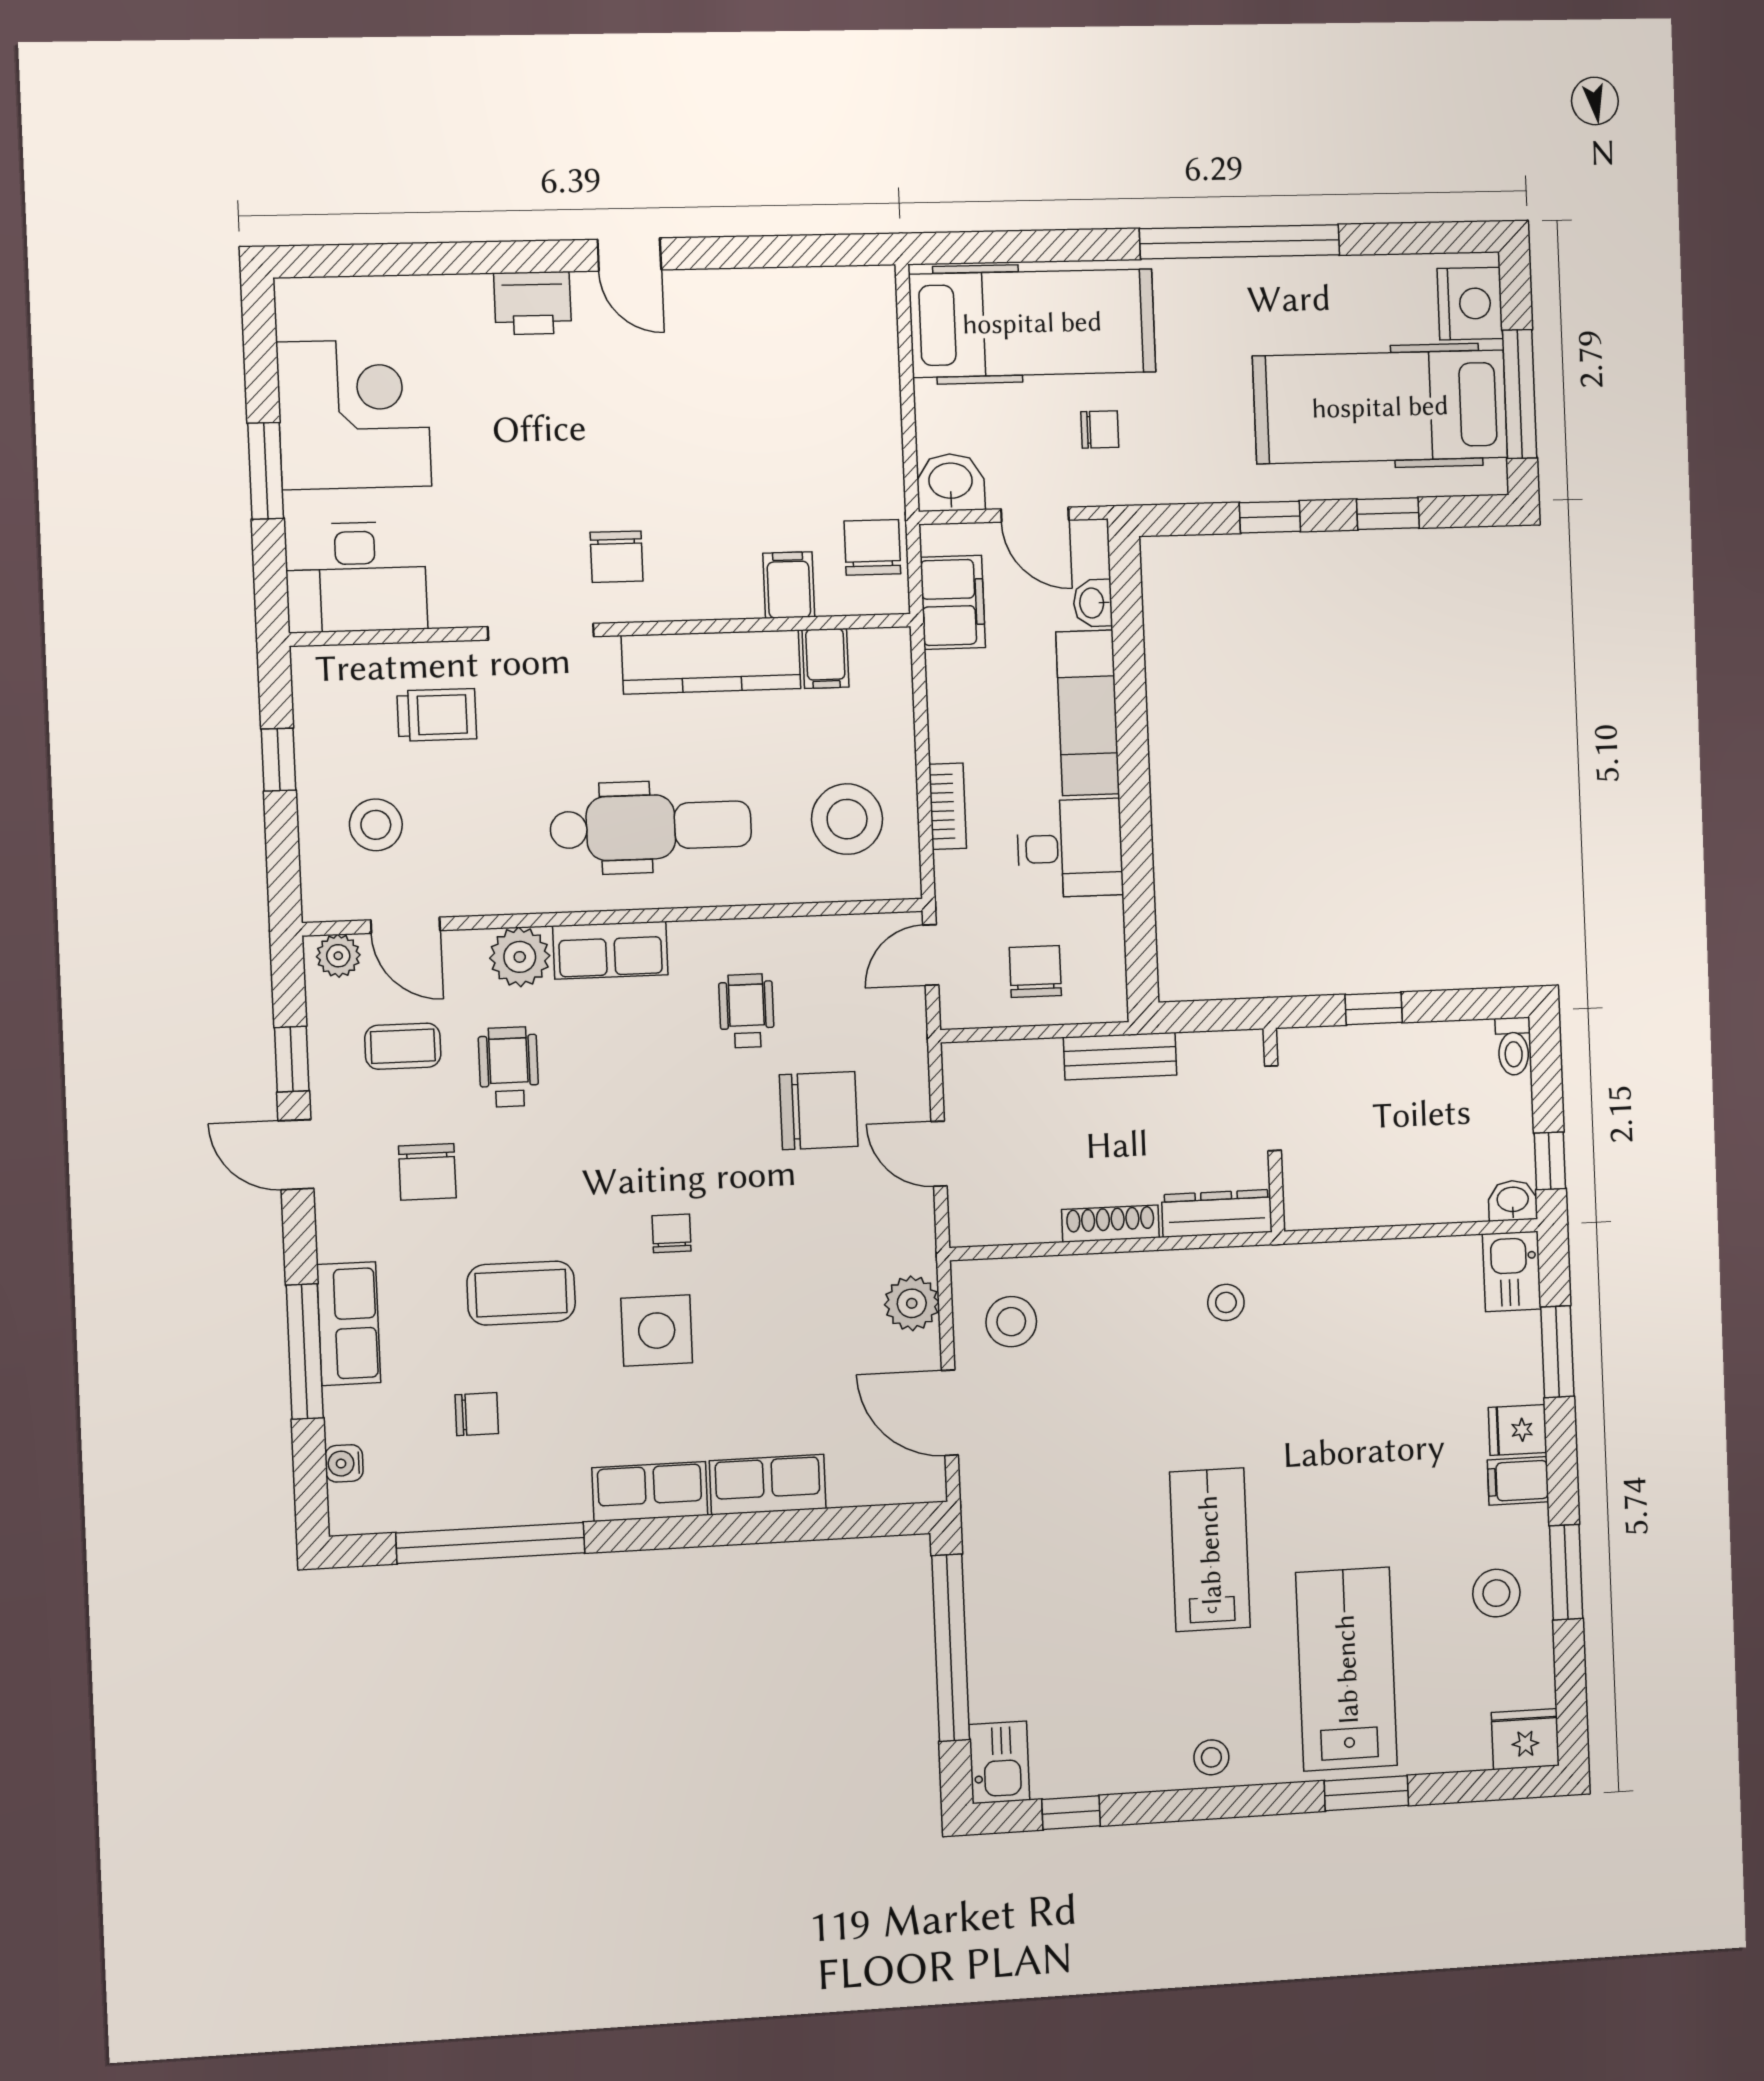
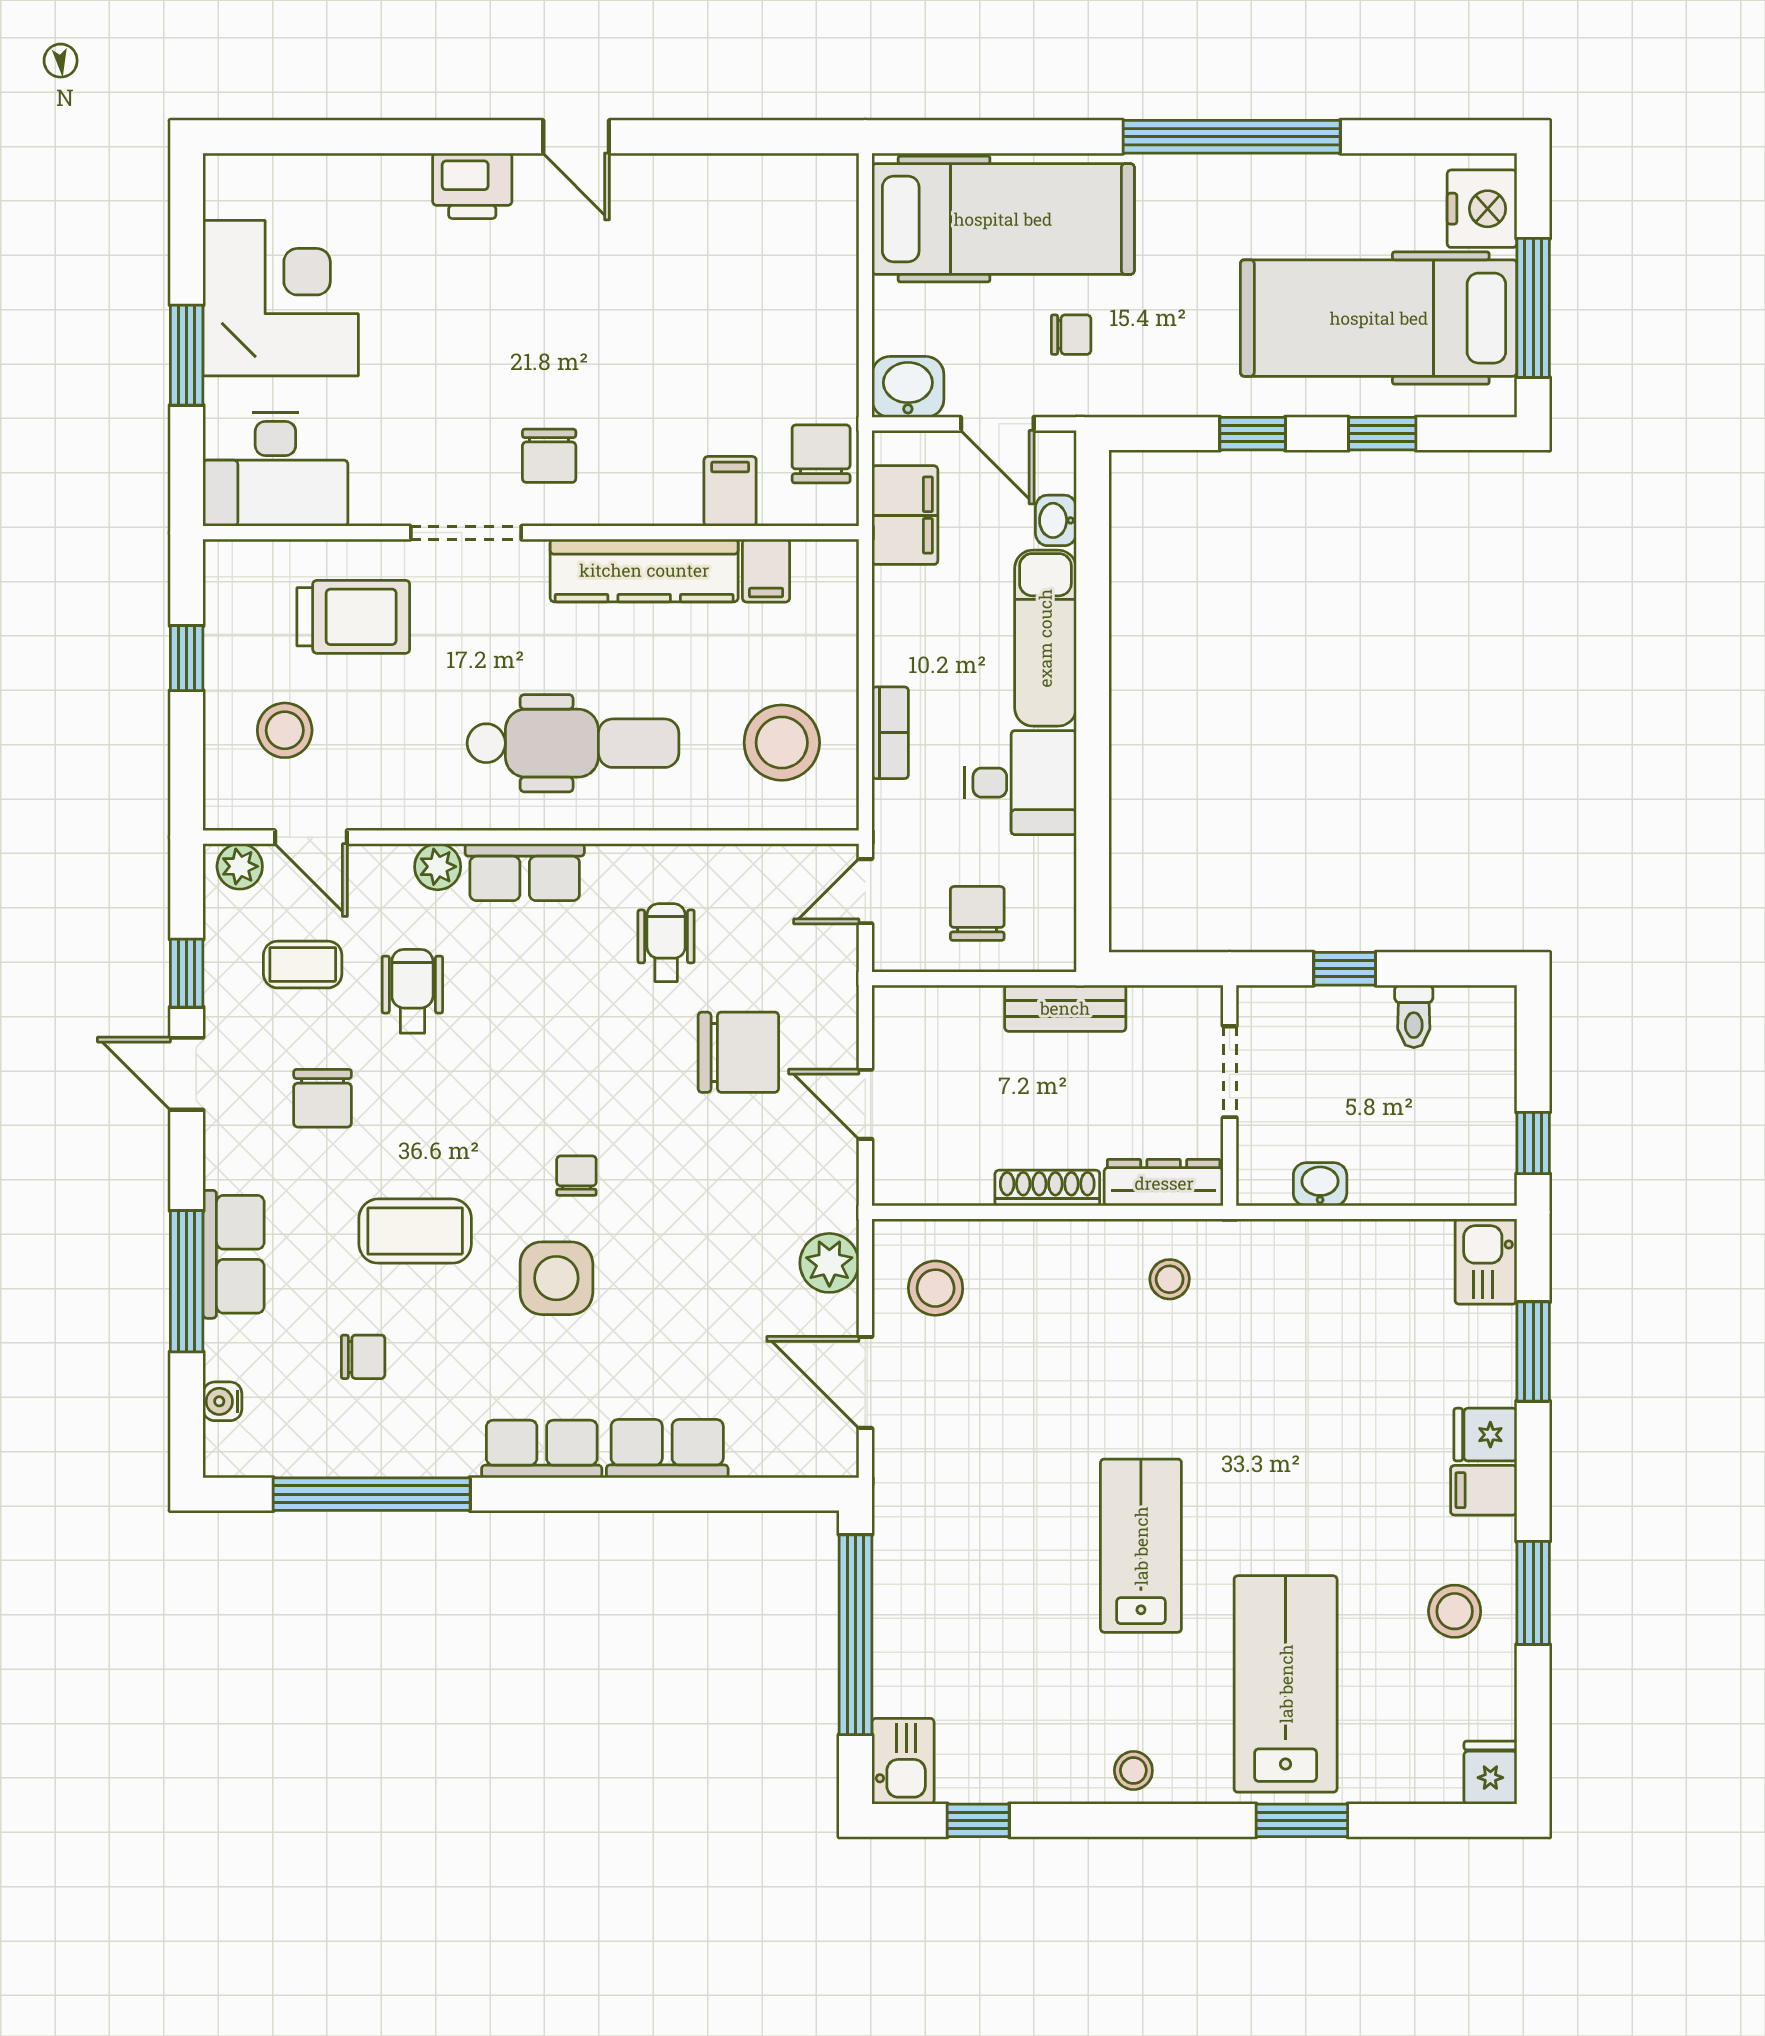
trolley: (437, 715) -> (353, 617), width x1.36, depth x1.39
plant: (520, 957) -> (438, 867), width x0.73, depth x0.73
toilet: (1513, 1046) -> (1414, 1016), moved
washbasin: (1513, 1201) -> (1320, 1184), moved
fridge: (1525, 1739) -> (1490, 1773), width x0.72

